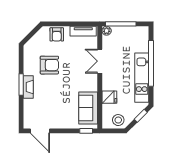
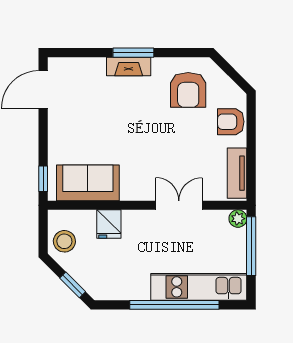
armchair: (49, 65) -> (188, 90), moved
kitchen unit: (142, 78) -> (199, 287), moved

